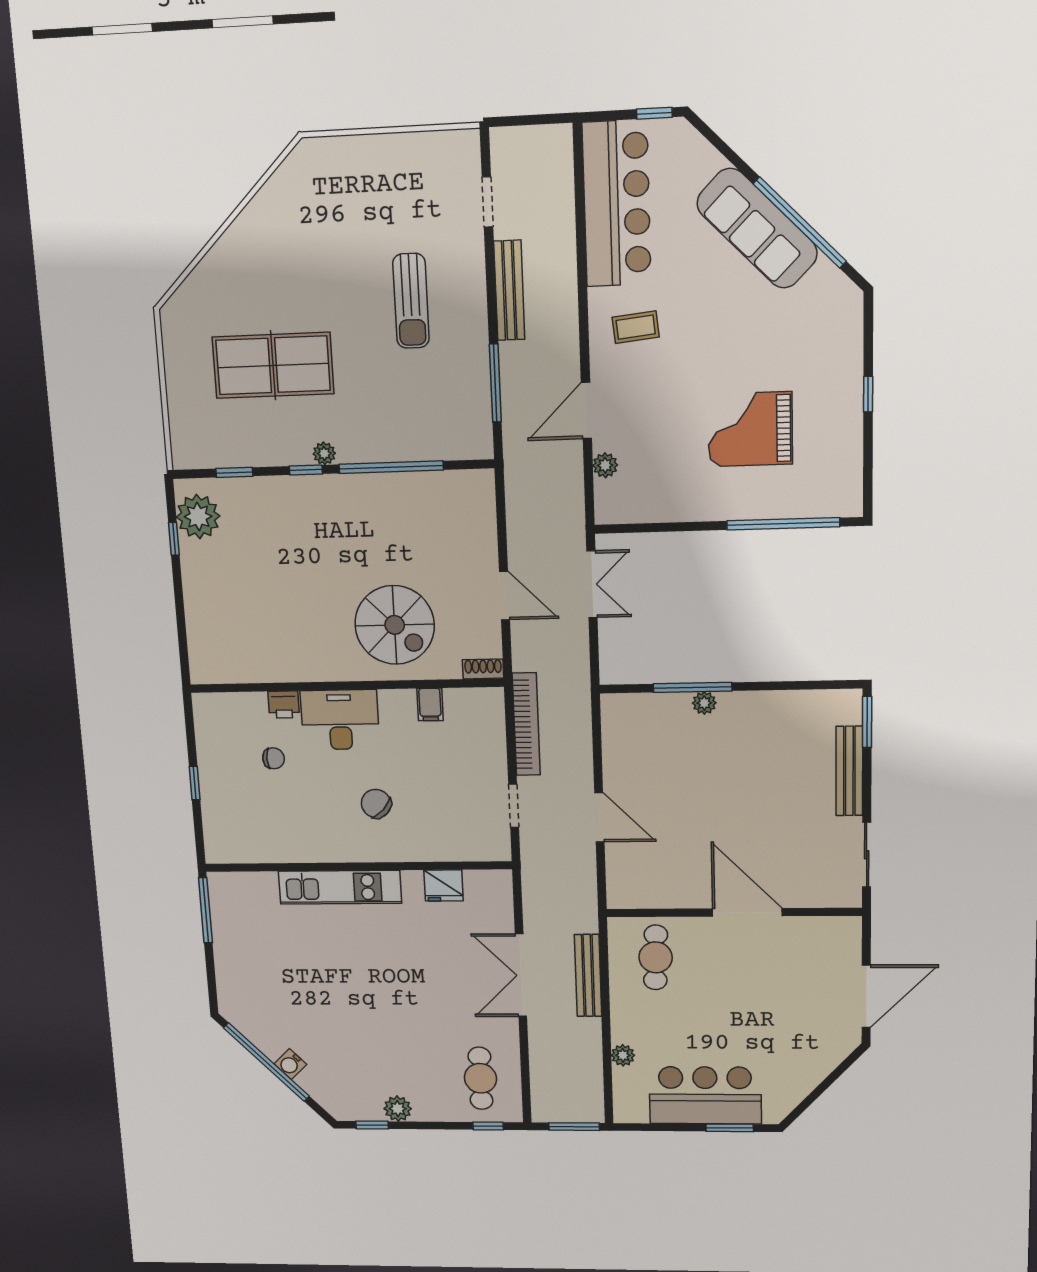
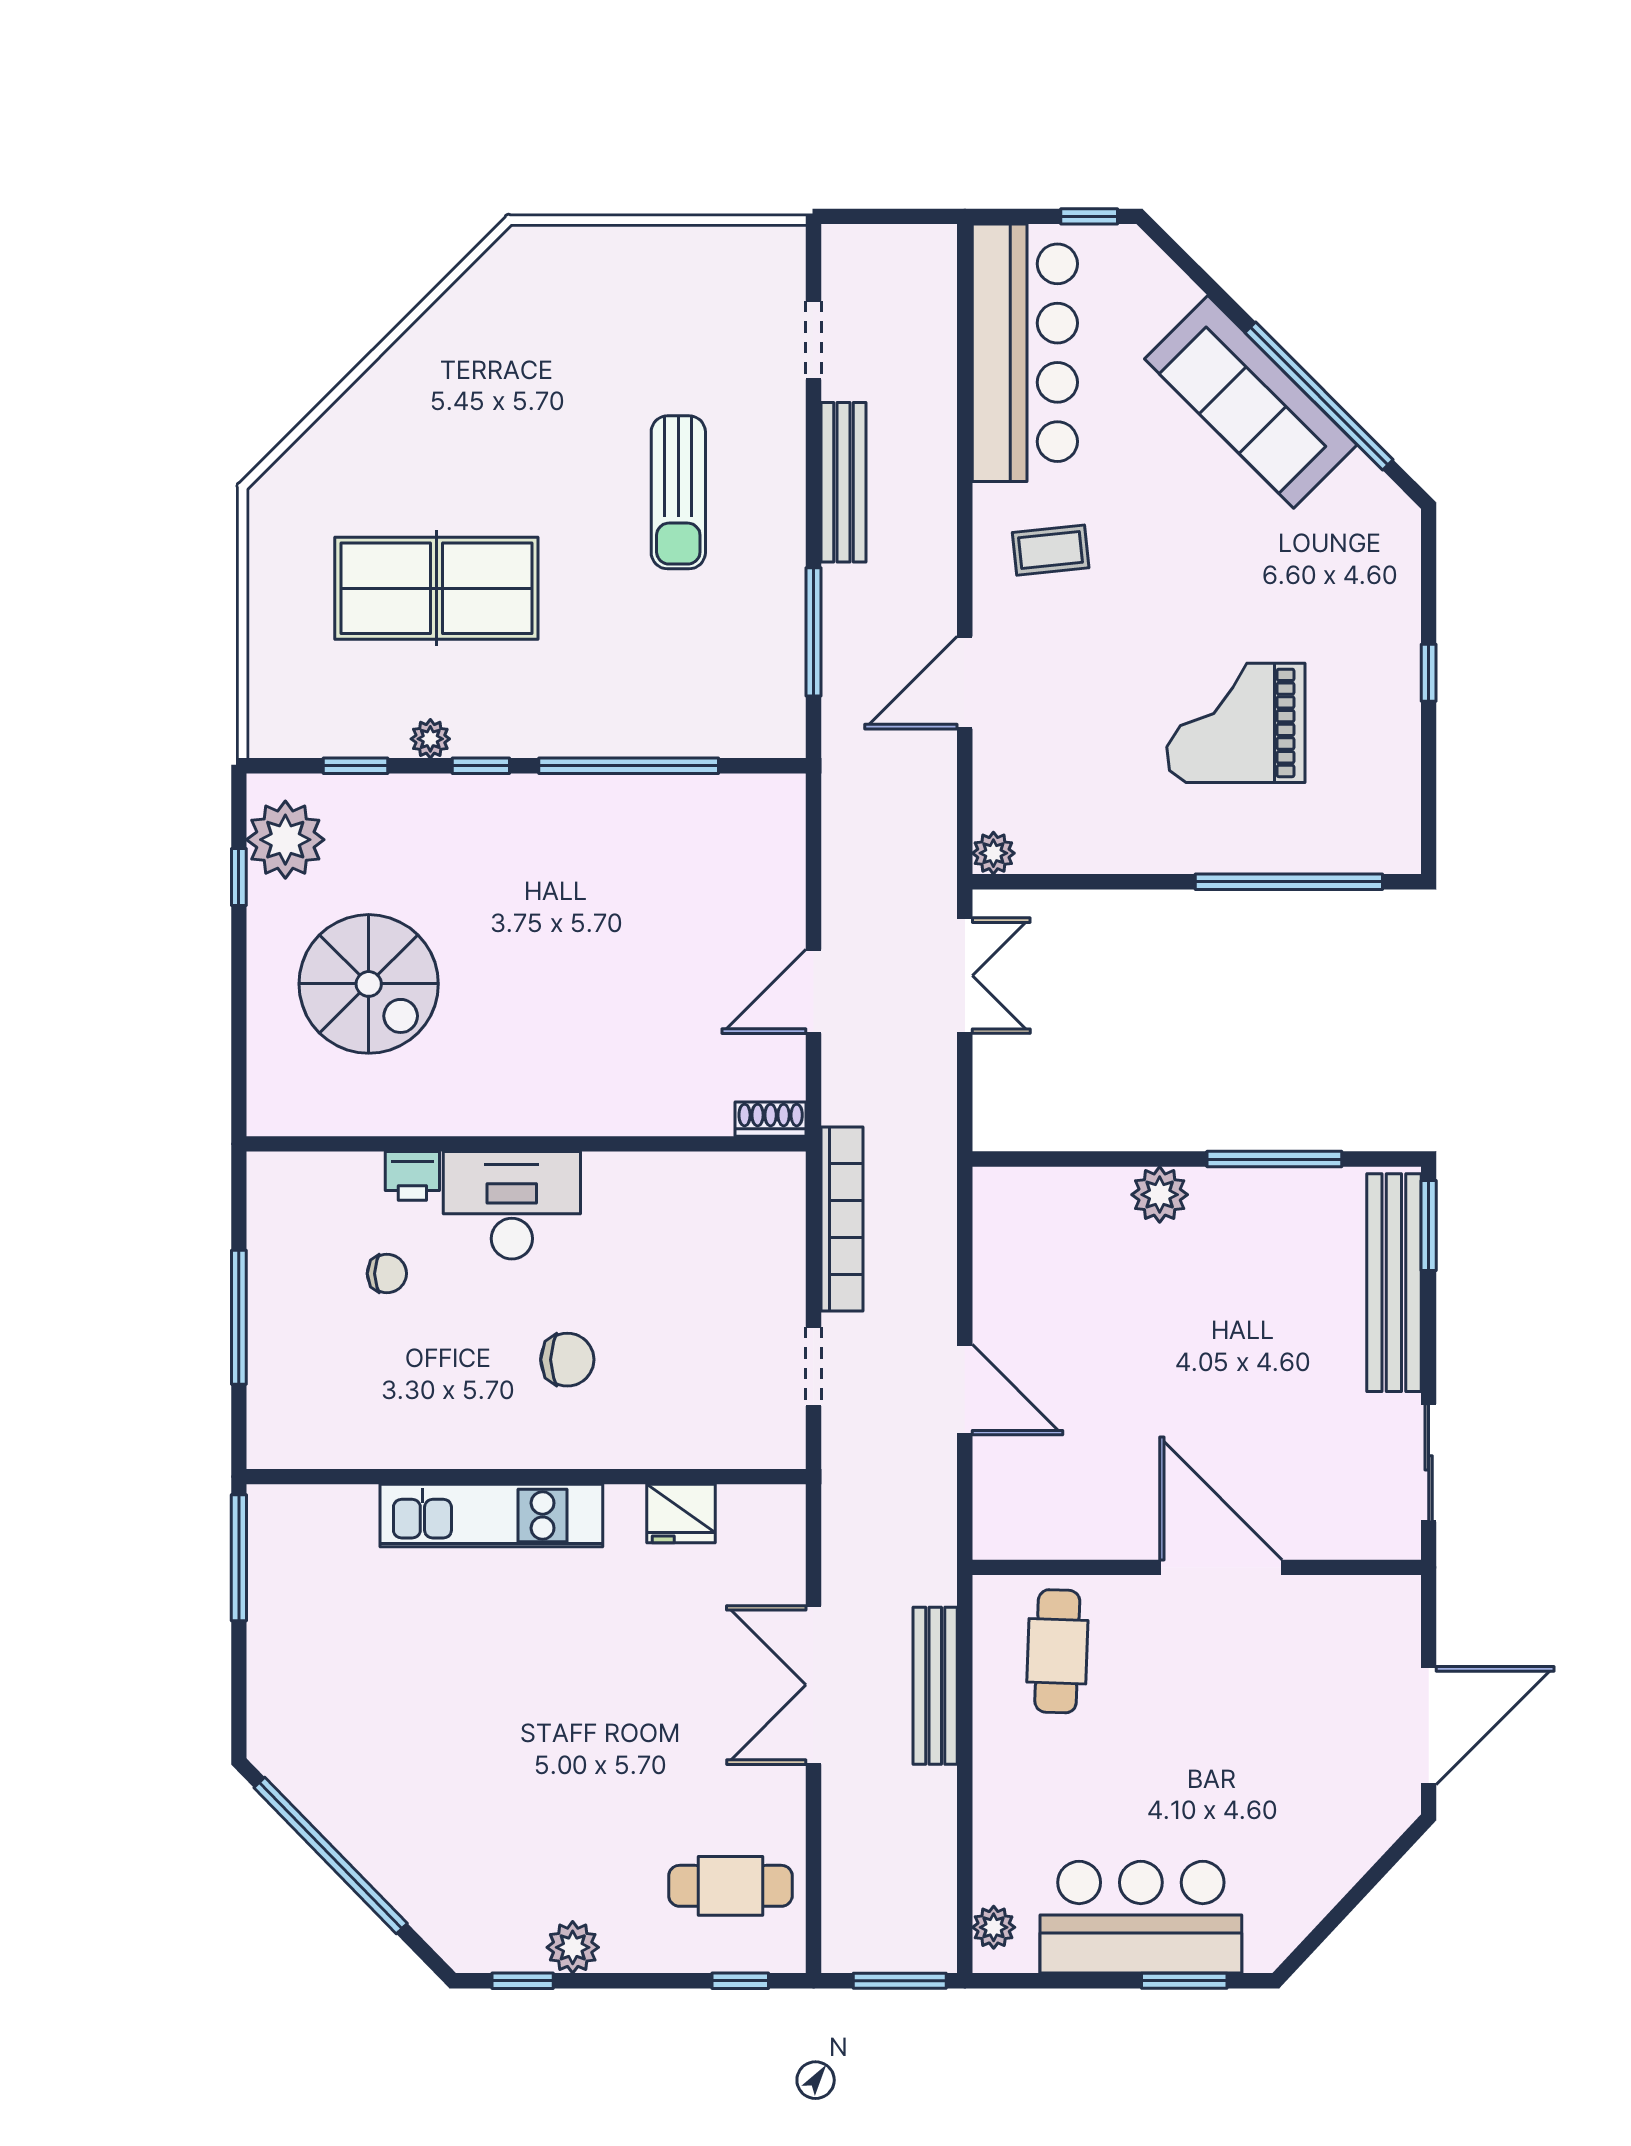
plant: (324, 453) -> (430, 739), moved
plant: (605, 465) -> (993, 853), moved
door: (504, 596) -> (814, 991), swing flipped
spiral stairs: (395, 625) -> (369, 984), moved
window: (692, 687) -> (1274, 1159), moved
plant: (704, 703) -> (1160, 1195), width x1.38, depth x1.38
filing cabinet: (430, 704) -> (674, 1181), removed
bench: (849, 771) -> (1394, 1283), width x1.37, depth x1.21
window: (195, 783) -> (239, 1317), width x2.17
chair: (376, 804) -> (567, 1360), turned 137
plant: (623, 1055) -> (994, 1927), moved
water cooler: (290, 1064) -> (376, 1859), removed
cafe table: (480, 1078) -> (730, 1886), turned 90

